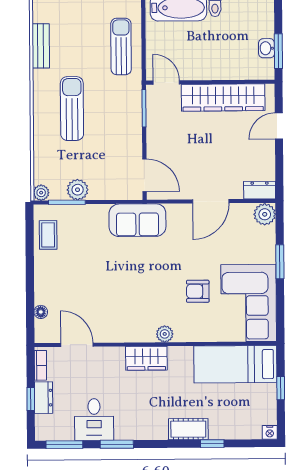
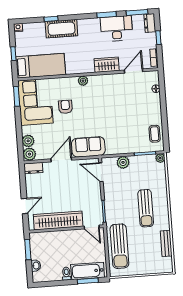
sun lounger: (121, 46) -> (119, 246), width x1.36, depth x1.34
washbasin: (267, 48) -> (36, 266), moved
plant: (78, 190) -> (123, 162), moved
sofa: (137, 220) -> (88, 147), moved
plant: (265, 237) -> (28, 141), added
window: (280, 262) -> (17, 96), moved
armchair: (198, 291) -> (65, 107), turned -90
door: (77, 345) -> (134, 71), swing flipped
wardrobe: (146, 358) -> (107, 65), moved
dresser: (44, 398) -> (150, 23), moved
desk: (94, 420) -> (117, 28), width x1.37
cot: (188, 429) -> (61, 29), width x1.37, depth x1.34

